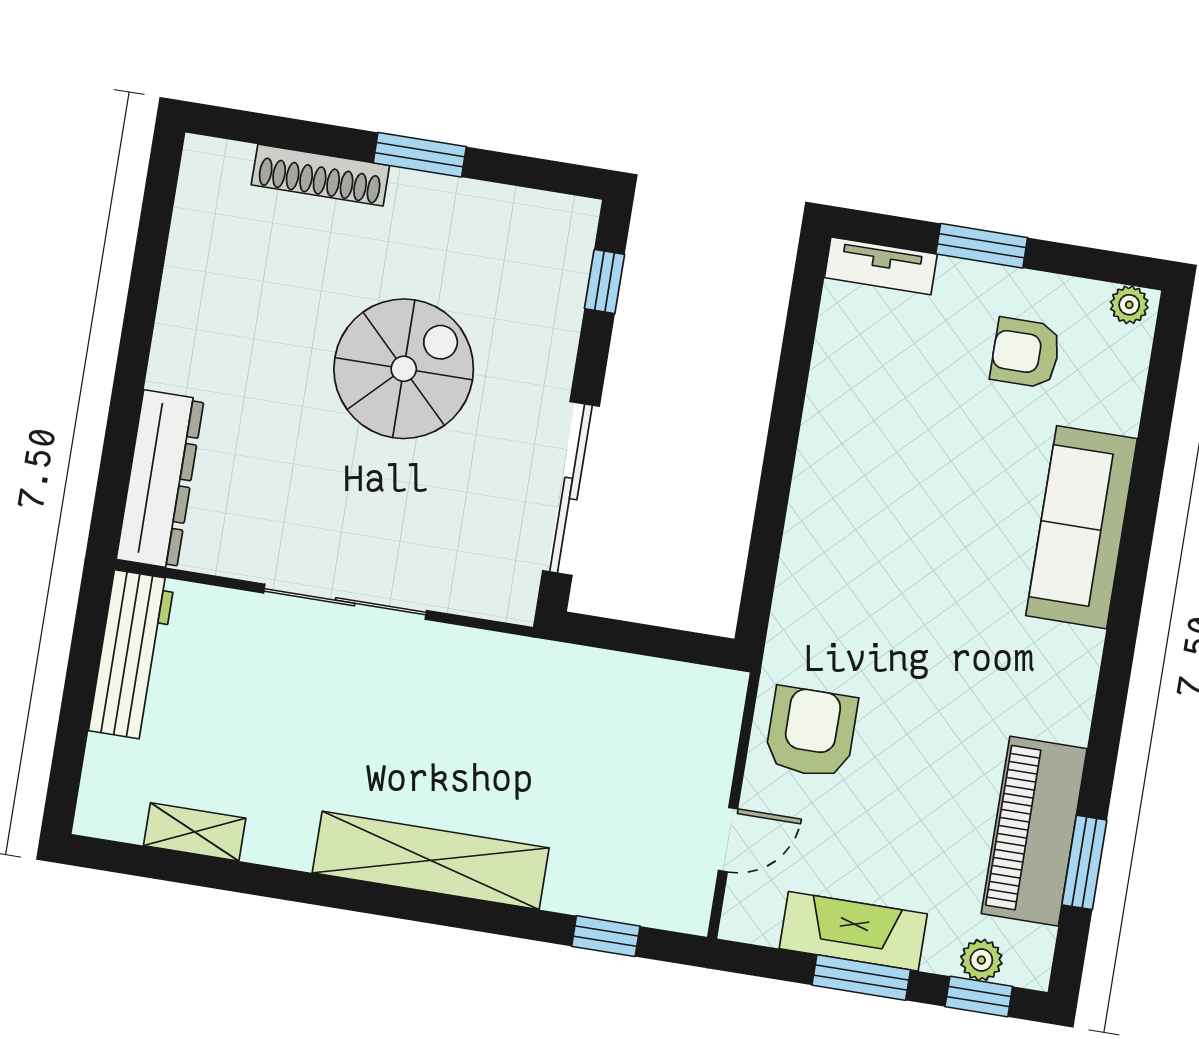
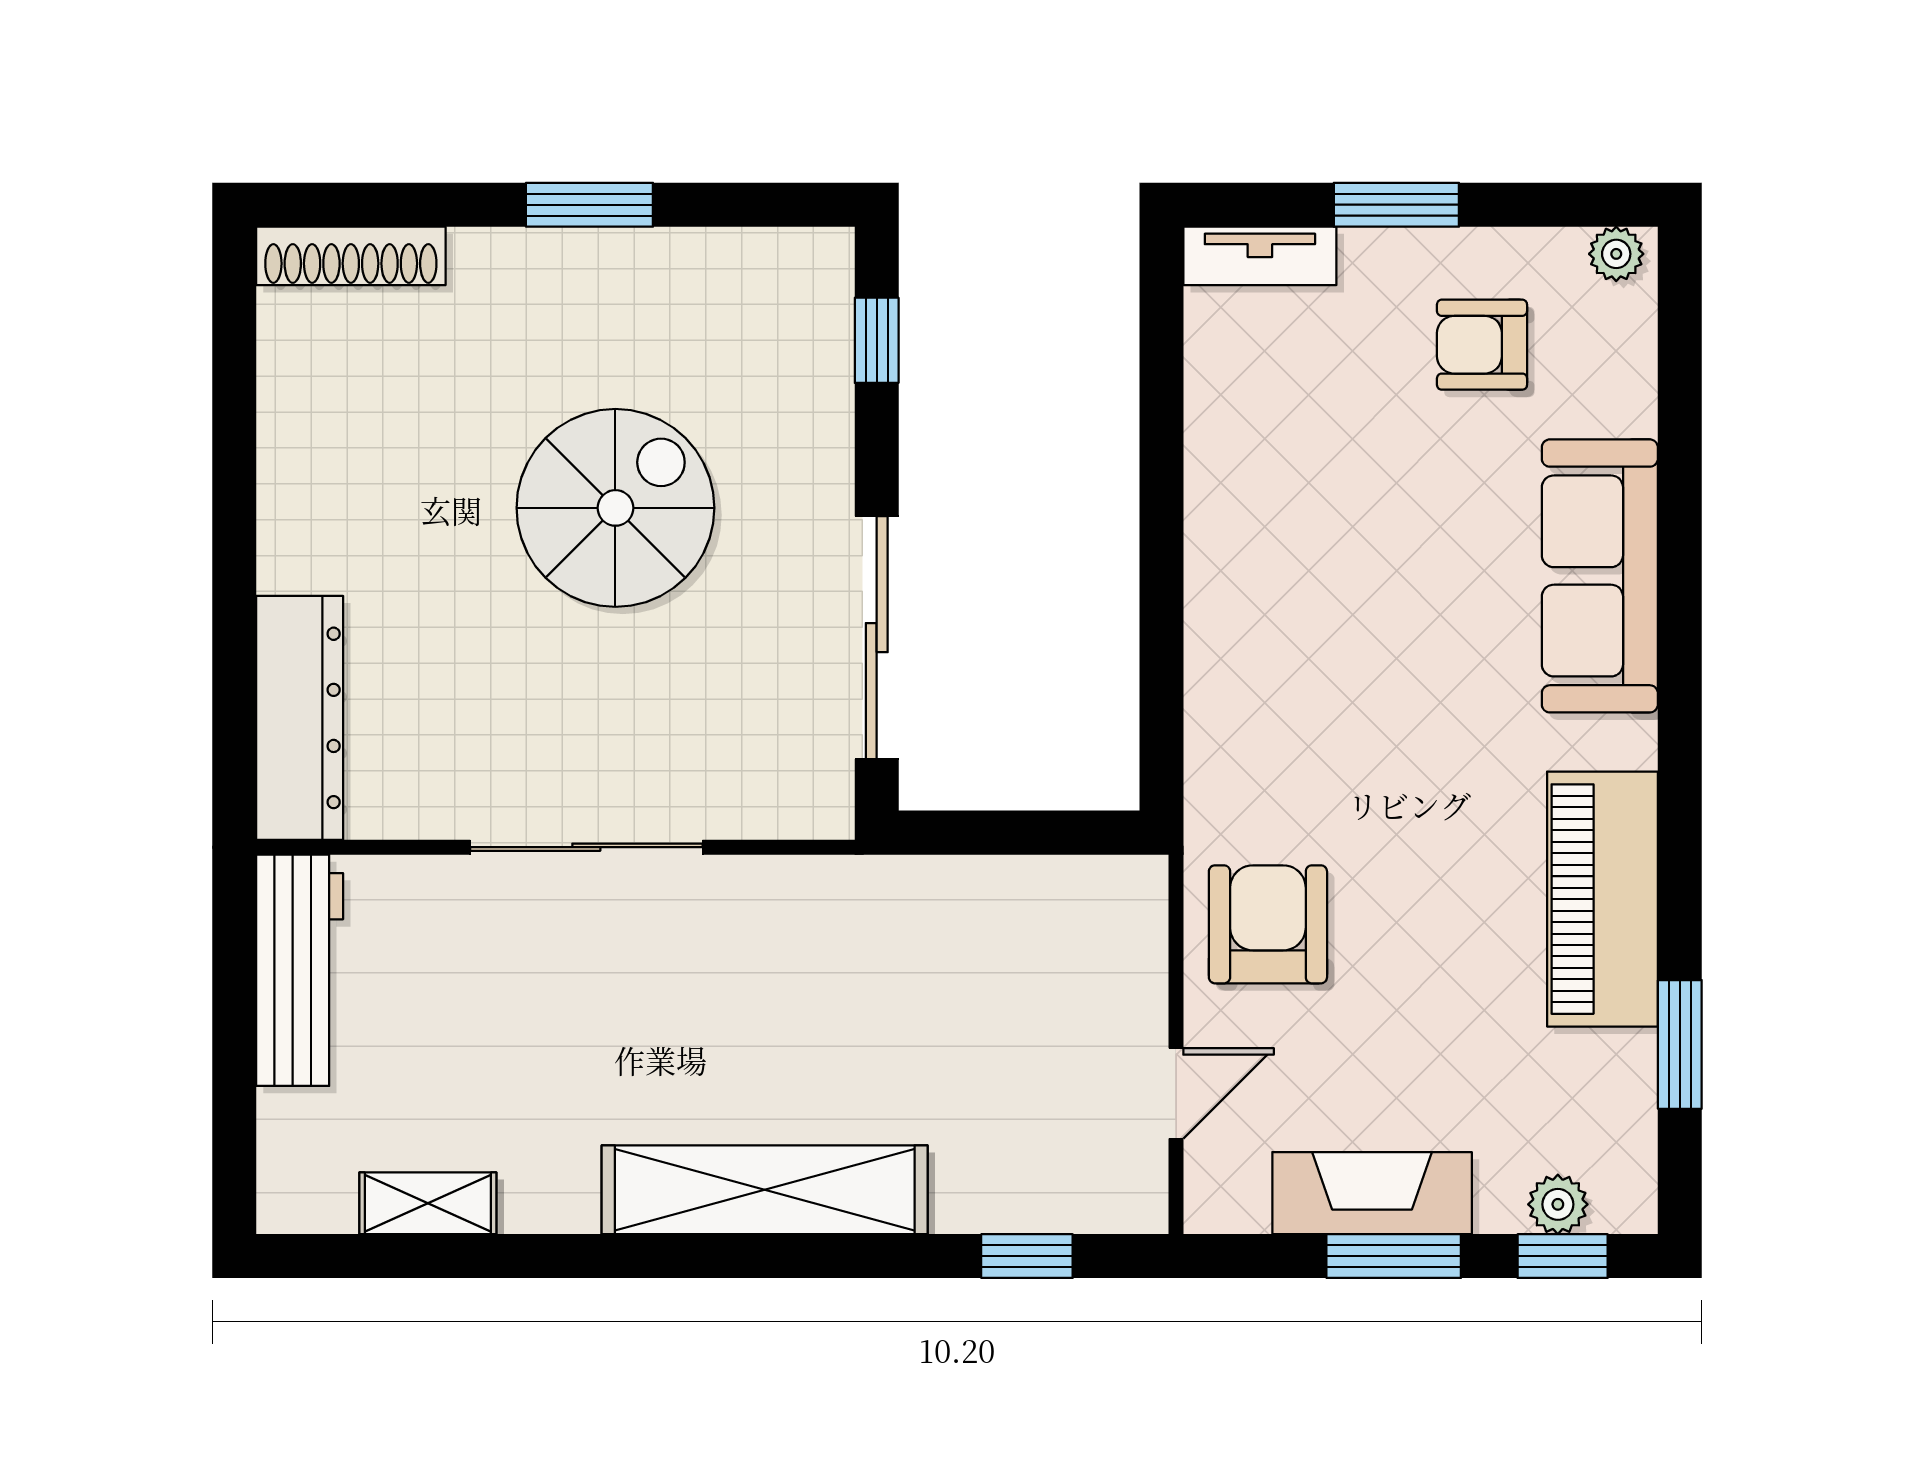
shoe rack: (320, 175) -> (351, 256), moved
piano: (1034, 831) -> (1602, 899), moved

